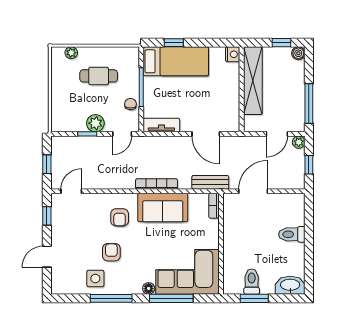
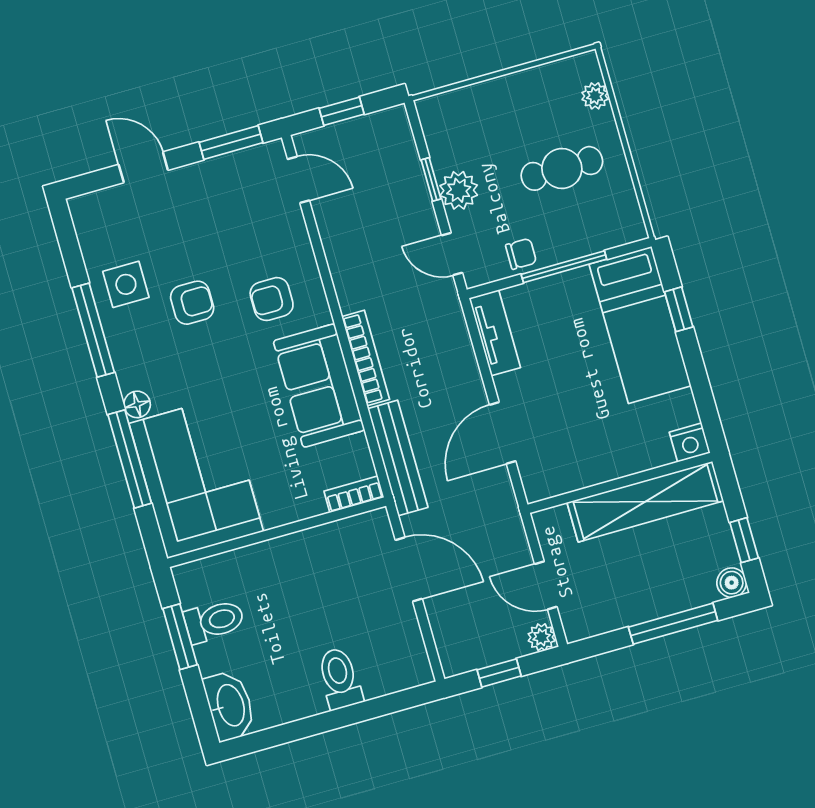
cafe table: (99, 76) -> (562, 168), turned 90
window: (309, 103) -> (673, 624), moved
bench: (210, 182) -> (398, 458), width x1.36
window: (47, 216) -> (231, 143), width x1.50

